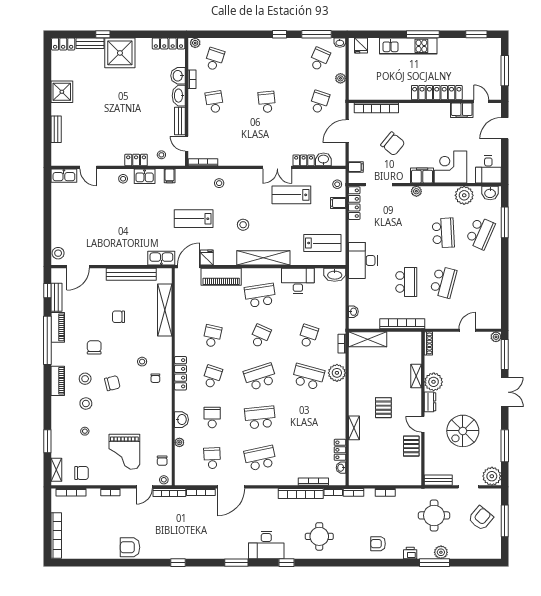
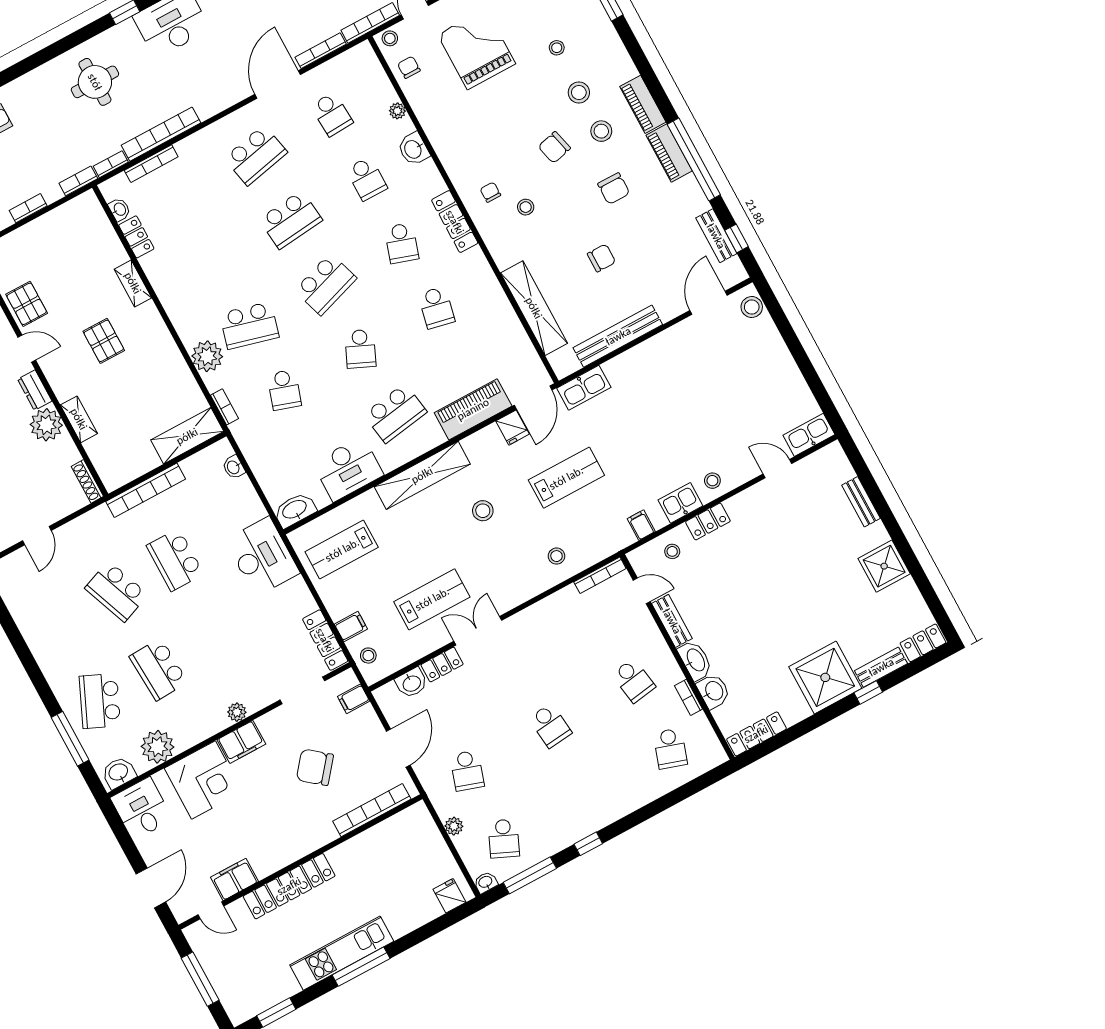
plant: (195, 43) -> (715, 758), removed
kitchen unit: (408, 46) -> (342, 953), moved
school desk: (443, 282) -> (116, 591), turned -36
piano: (58, 327) -> (669, 153), moved

